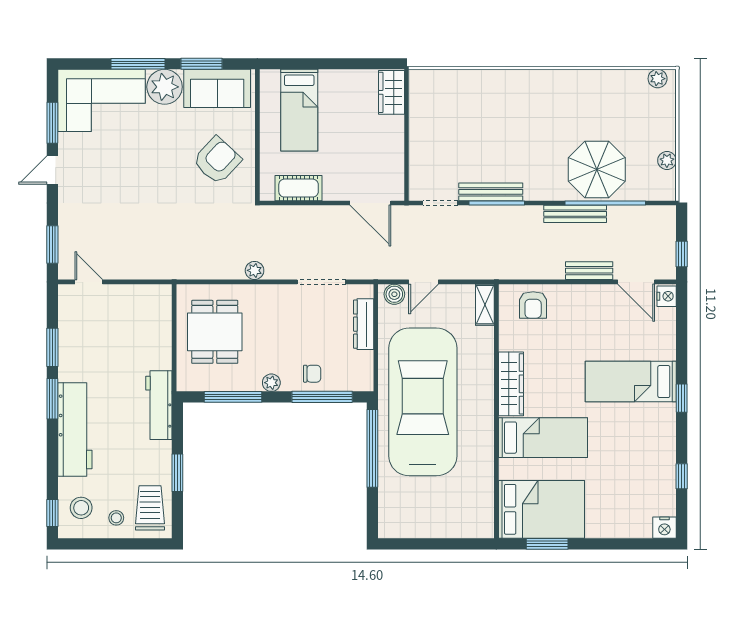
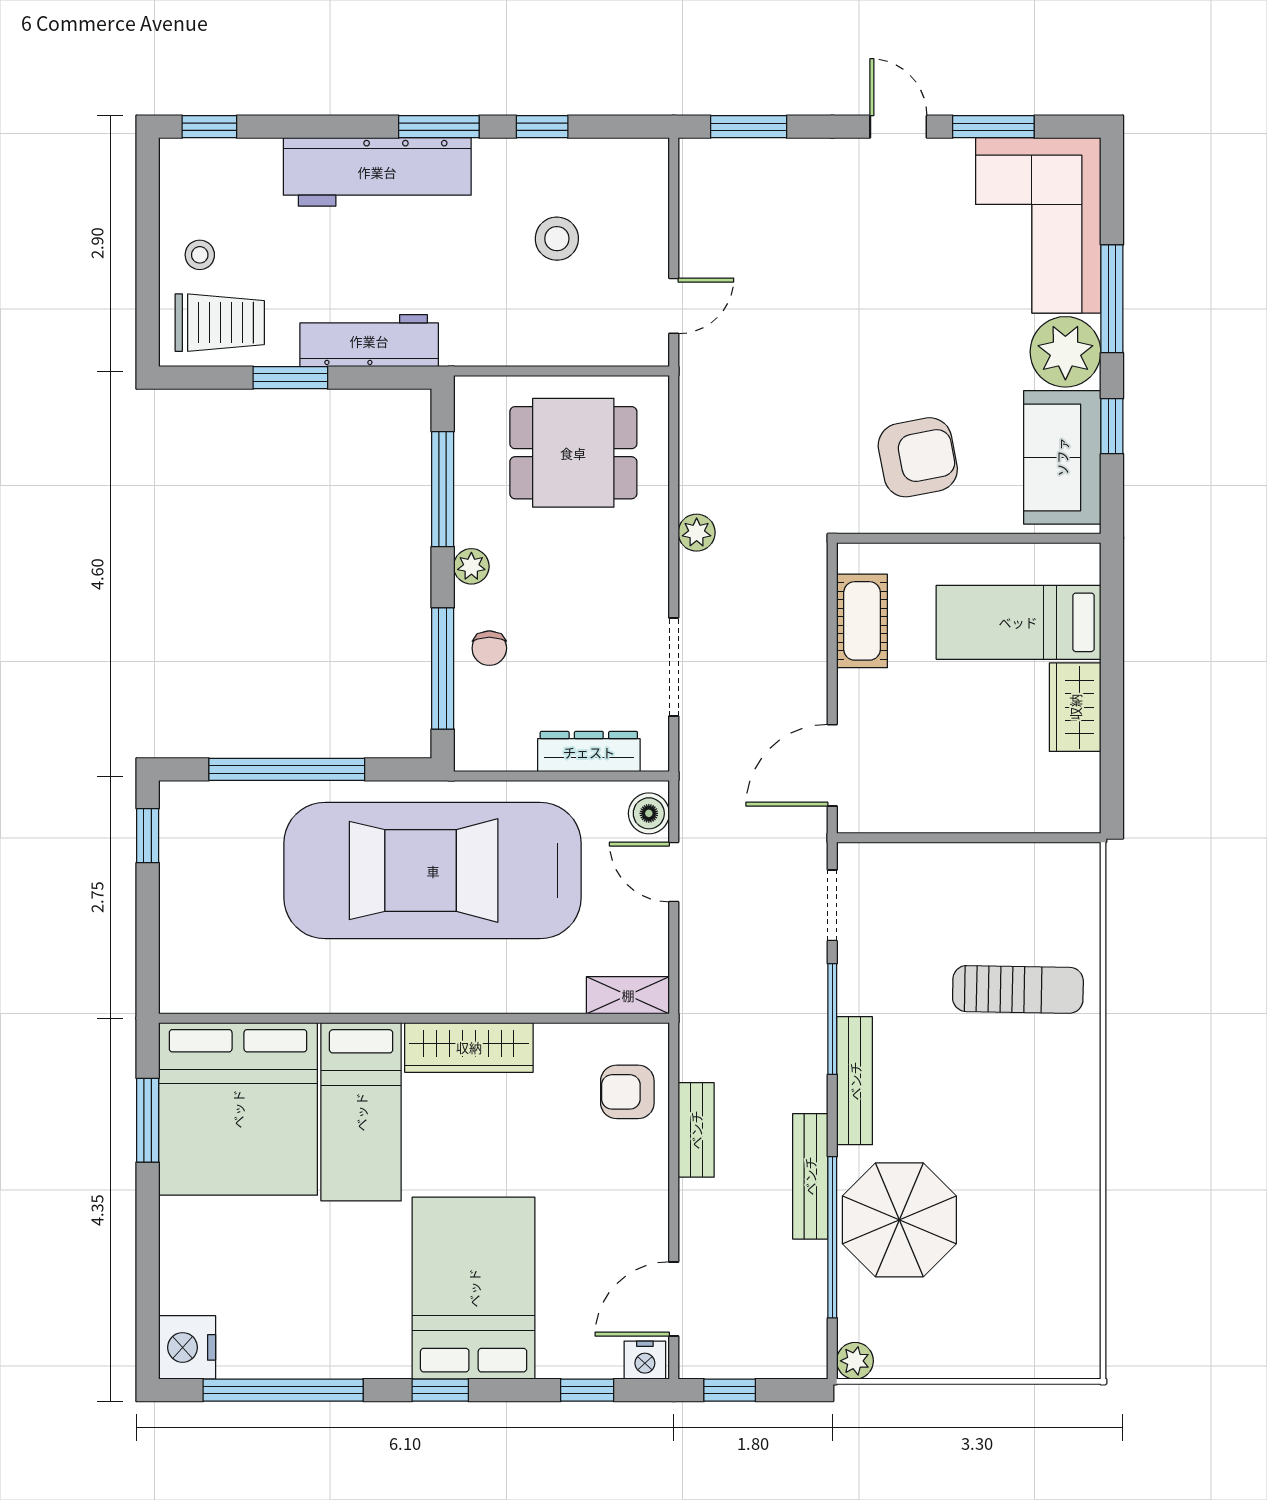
window: (202, 64) -> (1112, 426), width x0.67
plant: (658, 79) -> (1082, 1342), removed
wardrobe: (391, 92) -> (1075, 707), moved, turned -90
sun lounger: (482, 110) -> (1018, 989), added
armchair: (217, 160) -> (918, 457), turned -54
plant: (667, 160) -> (855, 1361), moved
bench: (491, 192) -> (855, 1081), moved
bench: (589, 271) -> (696, 1130), moved
door: (89, 282) -> (674, 306), moved
window: (682, 325) -> (587, 1390), added
window: (52, 347) -> (542, 127), width x0.67
bed: (631, 382) -> (474, 1288), width x1.50
car: (423, 402) -> (433, 871), turned 180
workbench: (159, 405) -> (369, 341), moved
window: (372, 448) -> (287, 769), moved
window: (682, 476) -> (283, 1390), width x3.17
stool: (81, 508) -> (557, 239), moved
bed: (541, 509) -> (238, 1109), width x1.36
nightstand: (664, 528) -> (187, 1347), width x1.36, depth x1.33
window: (405, 544) -> (148, 836), added

